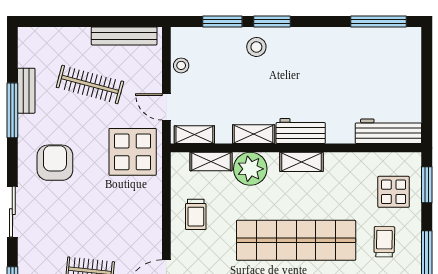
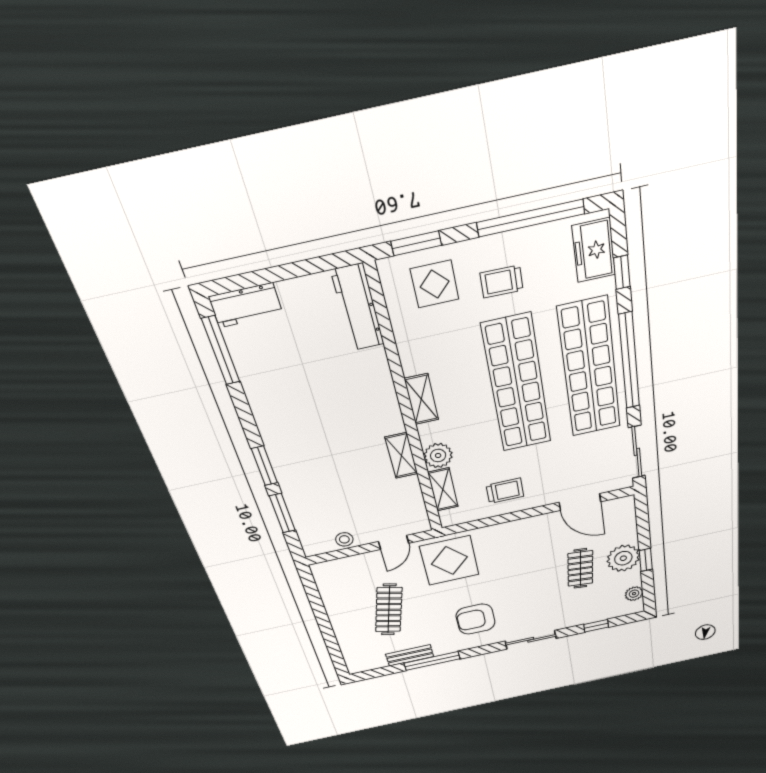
bench: (124, 36) -> (329, 594), removed
stool: (256, 47) -> (300, 475), removed
workbench: (301, 131) -> (246, 305), moved, turned -90
shelving: (194, 135) -> (417, 511), removed
plant: (250, 169) -> (438, 456), width x0.73, depth x0.73

